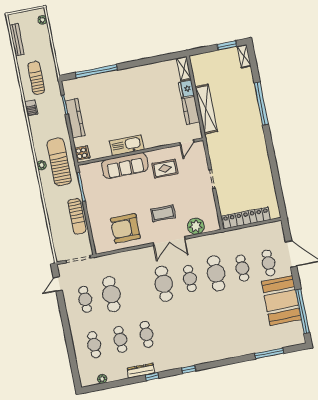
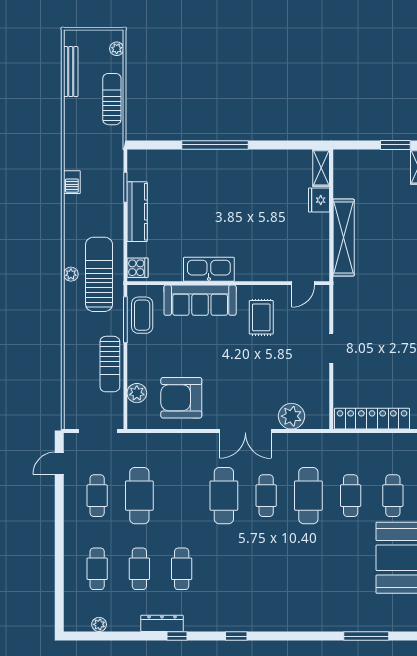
window: (96, 71) -> (215, 145), moved
sun lounger: (36, 78) -> (112, 99), moved
kitchen counter: (191, 110) -> (319, 235), removed
rug: (165, 169) -> (261, 317), turned 90
coffee table: (163, 213) -> (142, 315), moved, turned 90
plant: (97, 231) -> (137, 393), added

